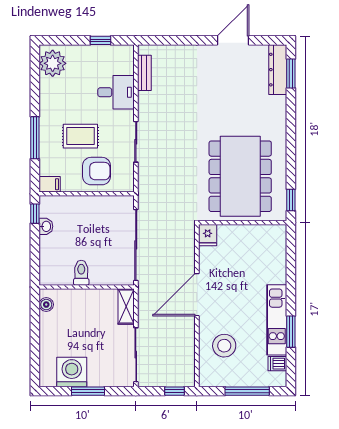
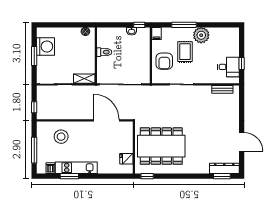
plant: (53, 63) -> (201, 35), moved
desk: (116, 92) -> (228, 67), moved, turned -90
fridge: (208, 235) -> (126, 159), moved
door: (197, 295) -> (106, 120), moved

